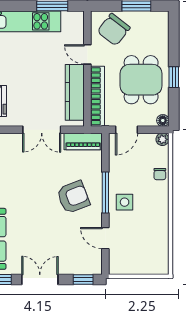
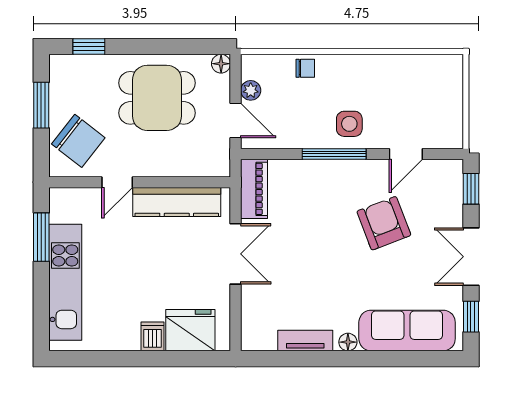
window: (174, 77) -> (89, 47), moved
bookcase: (97, 96) -> (183, 166), removed
plant: (162, 139) -> (251, 90), moved
armchair: (73, 197) -> (384, 223), moved

